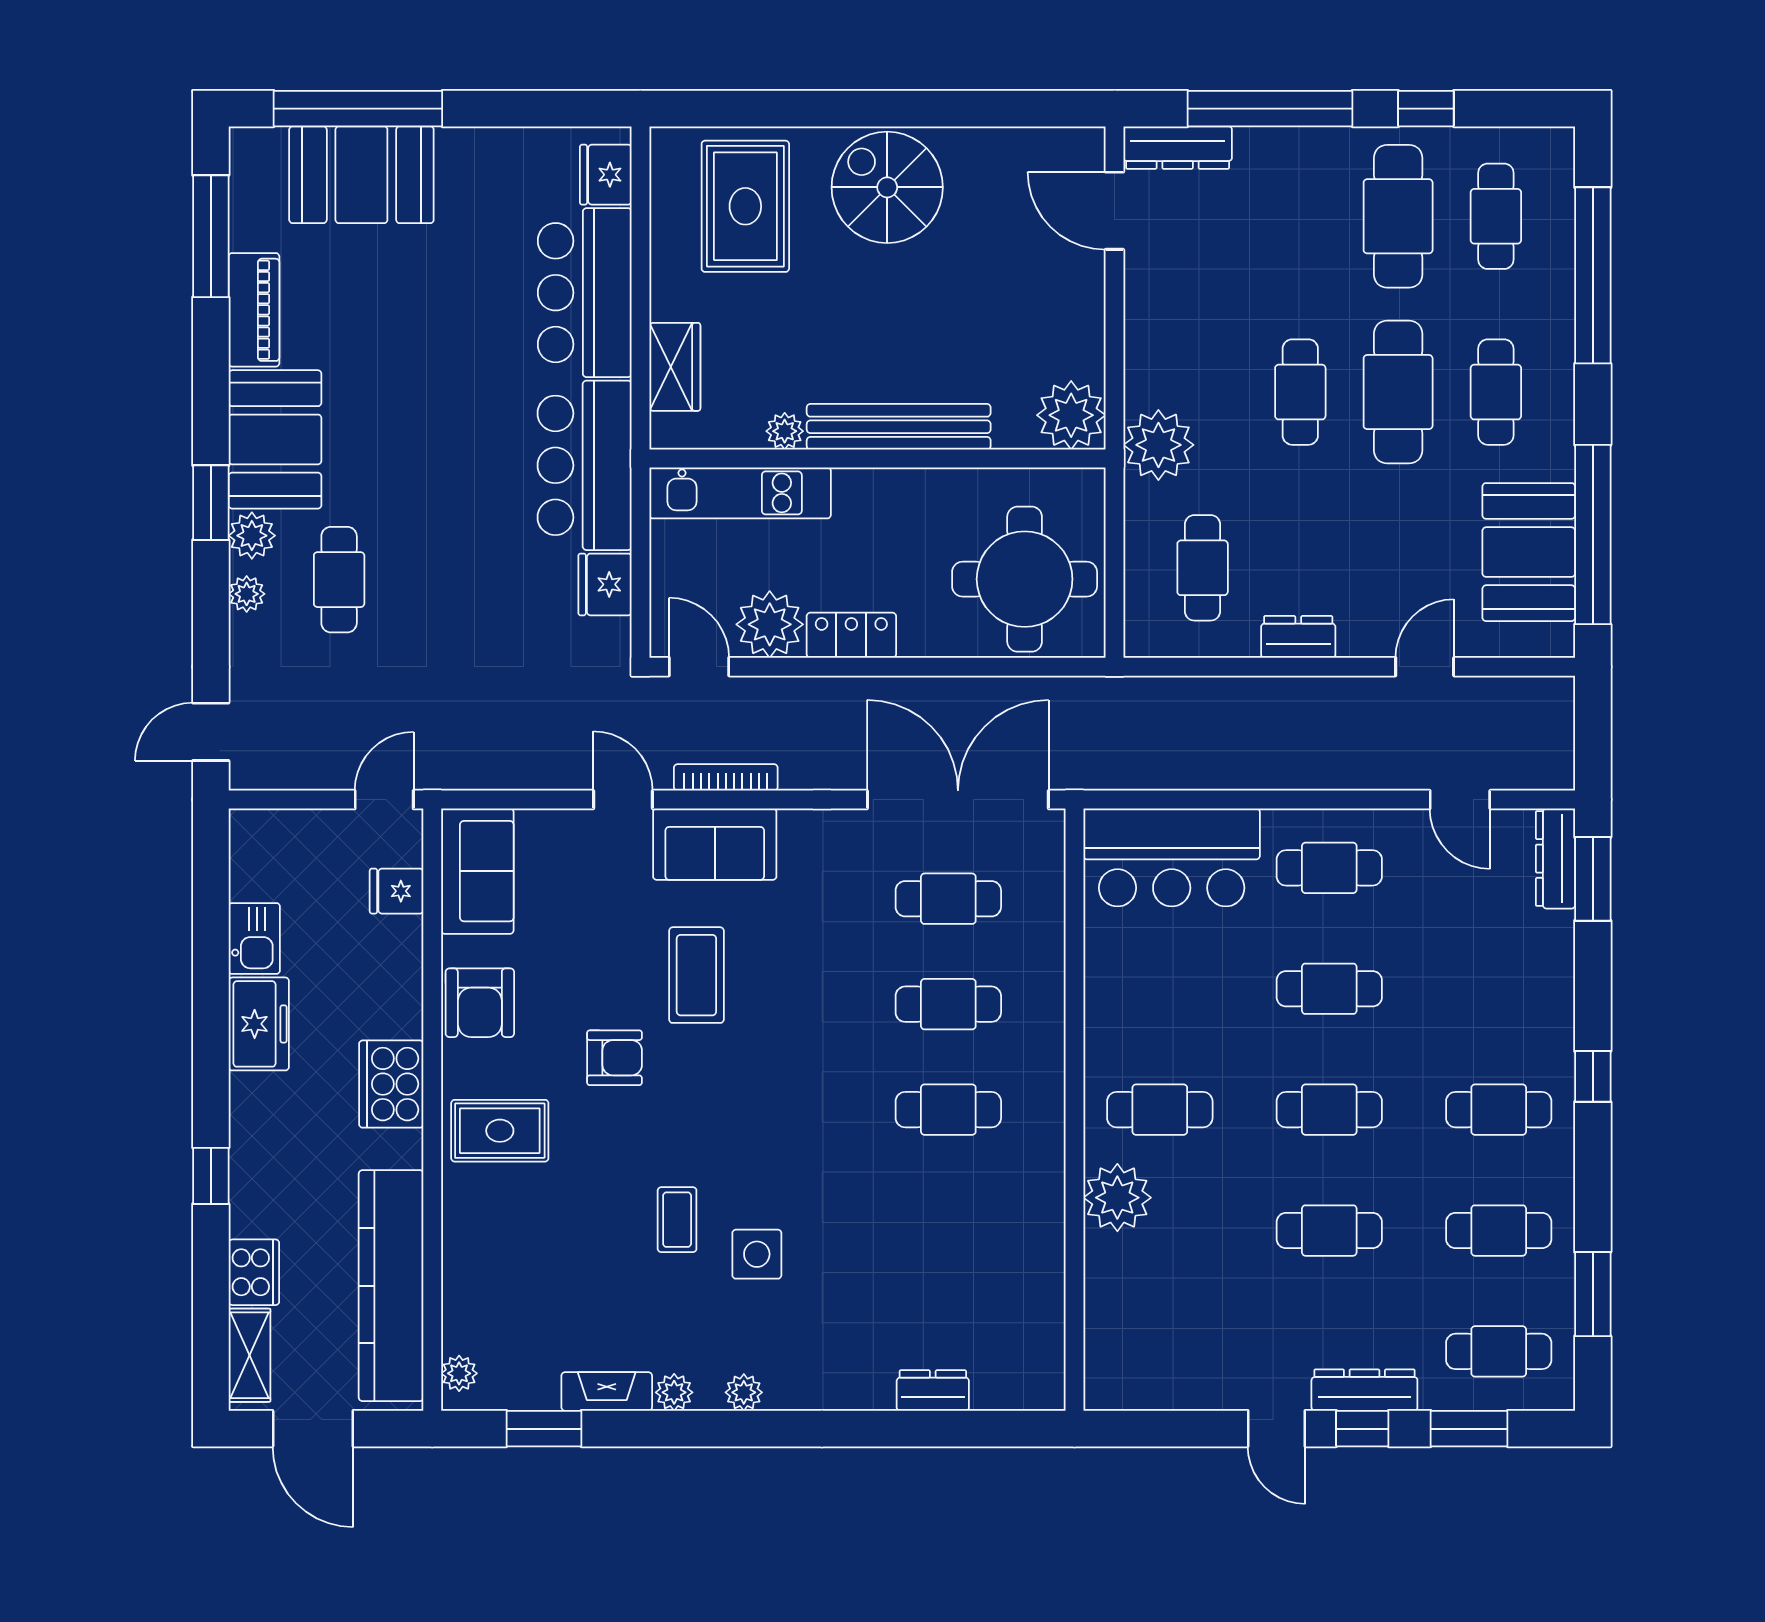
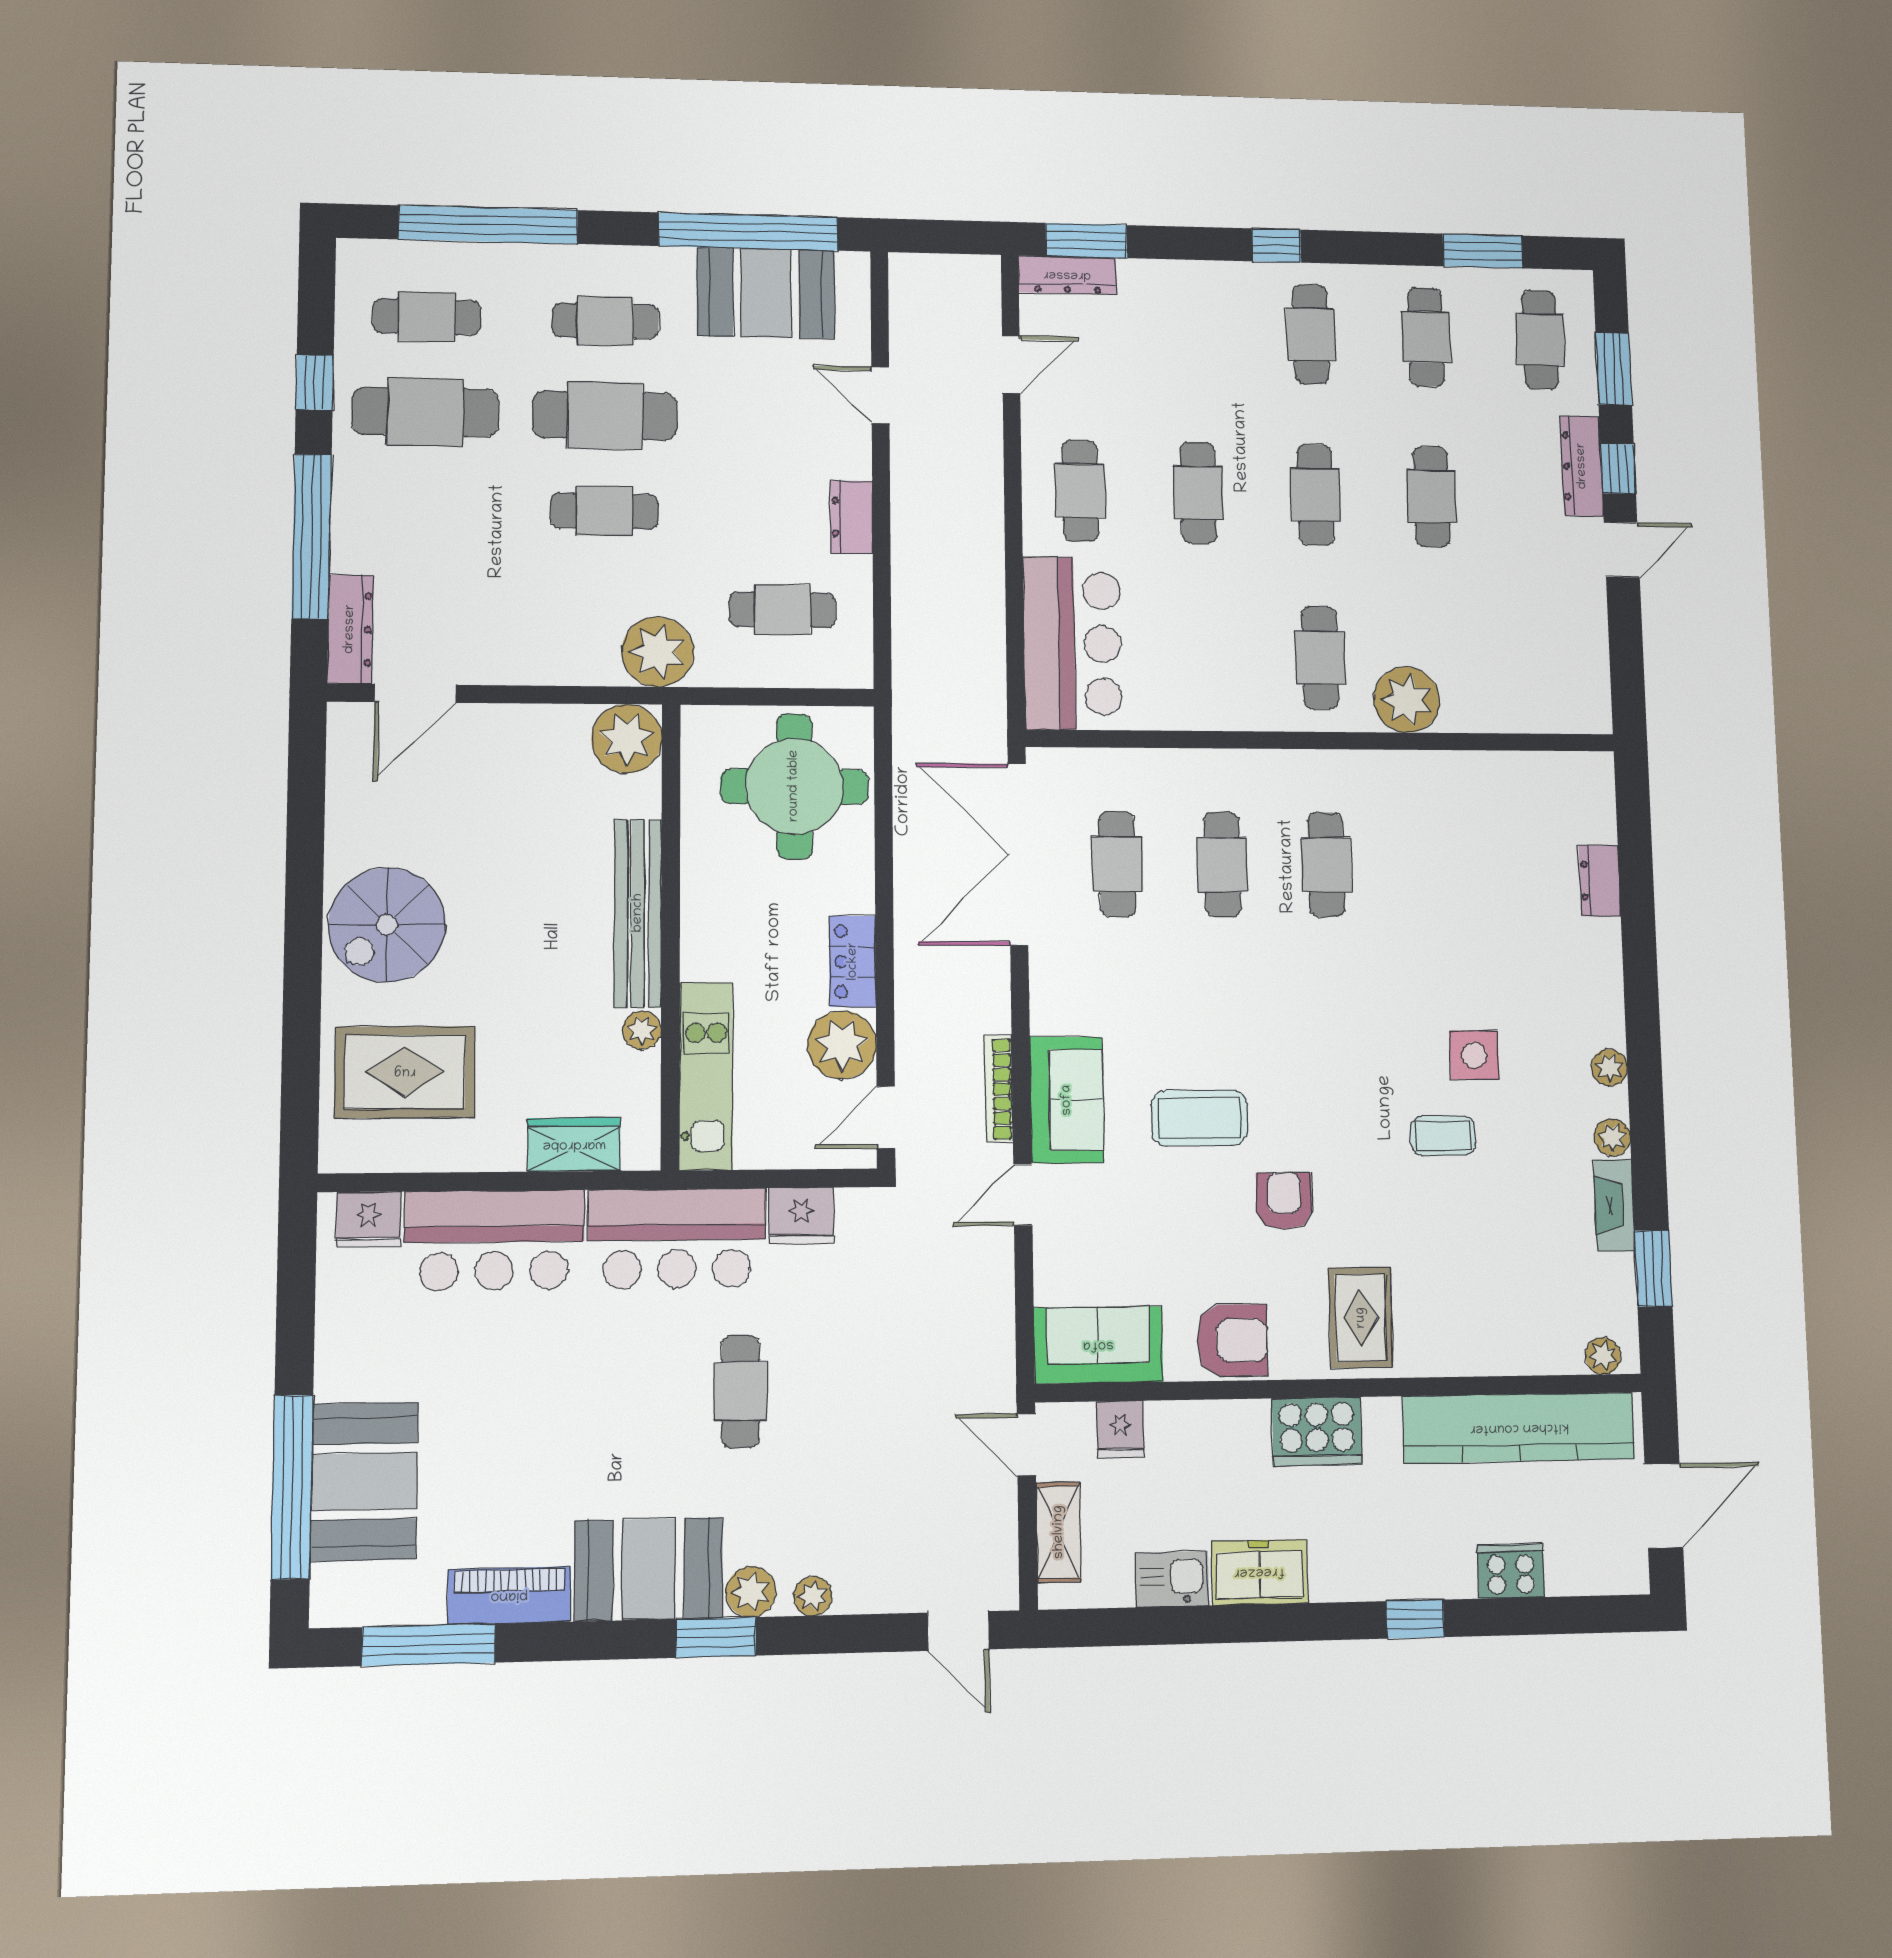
cafe table: (339, 580) -> (741, 1392), moved, turned 90
shelving: (249, 1355) -> (1059, 1532), moved, turned 90

